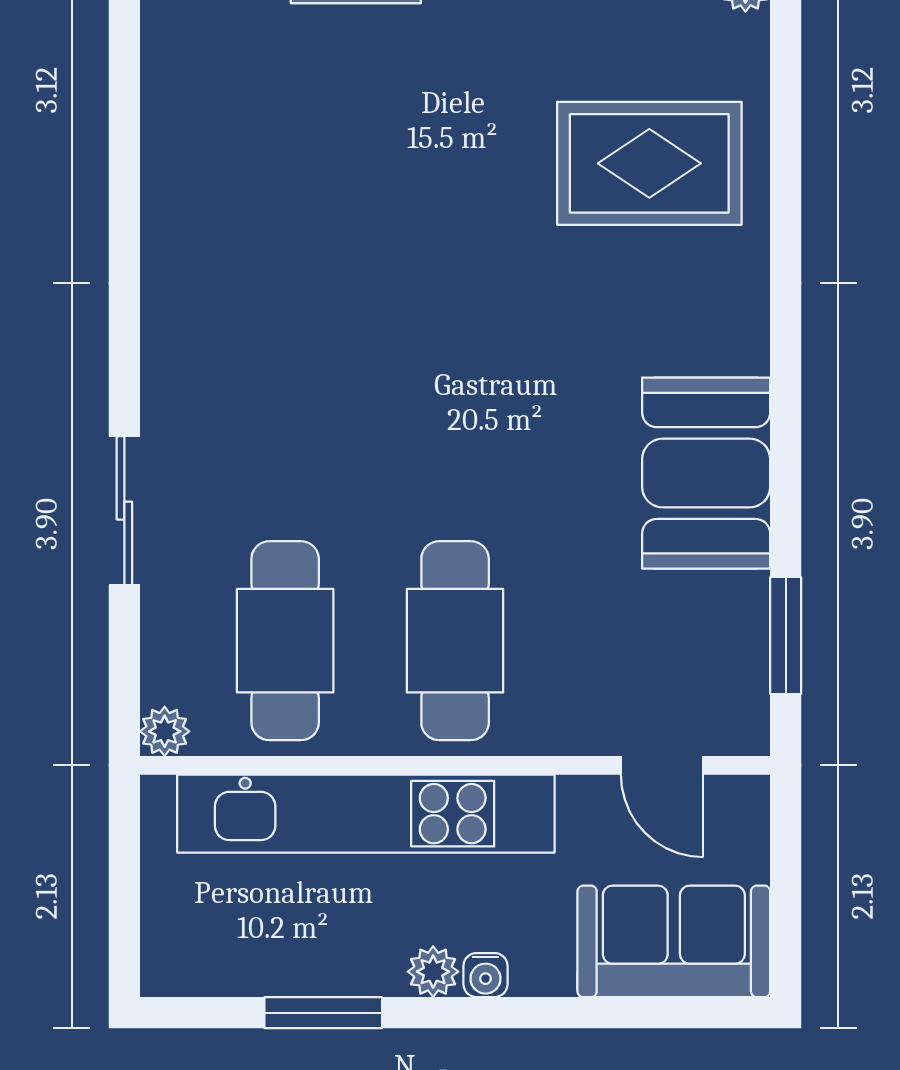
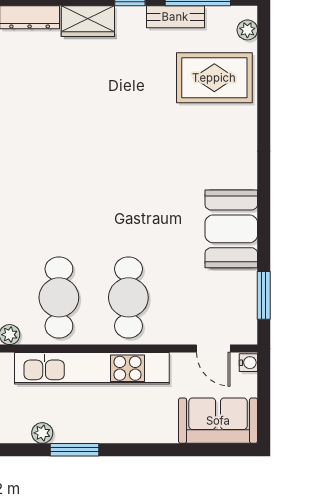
rug: (649, 163) -> (214, 78), moved
plant: (433, 972) -> (42, 433), moved
water cooler: (485, 975) -> (248, 363), moved, turned -90

